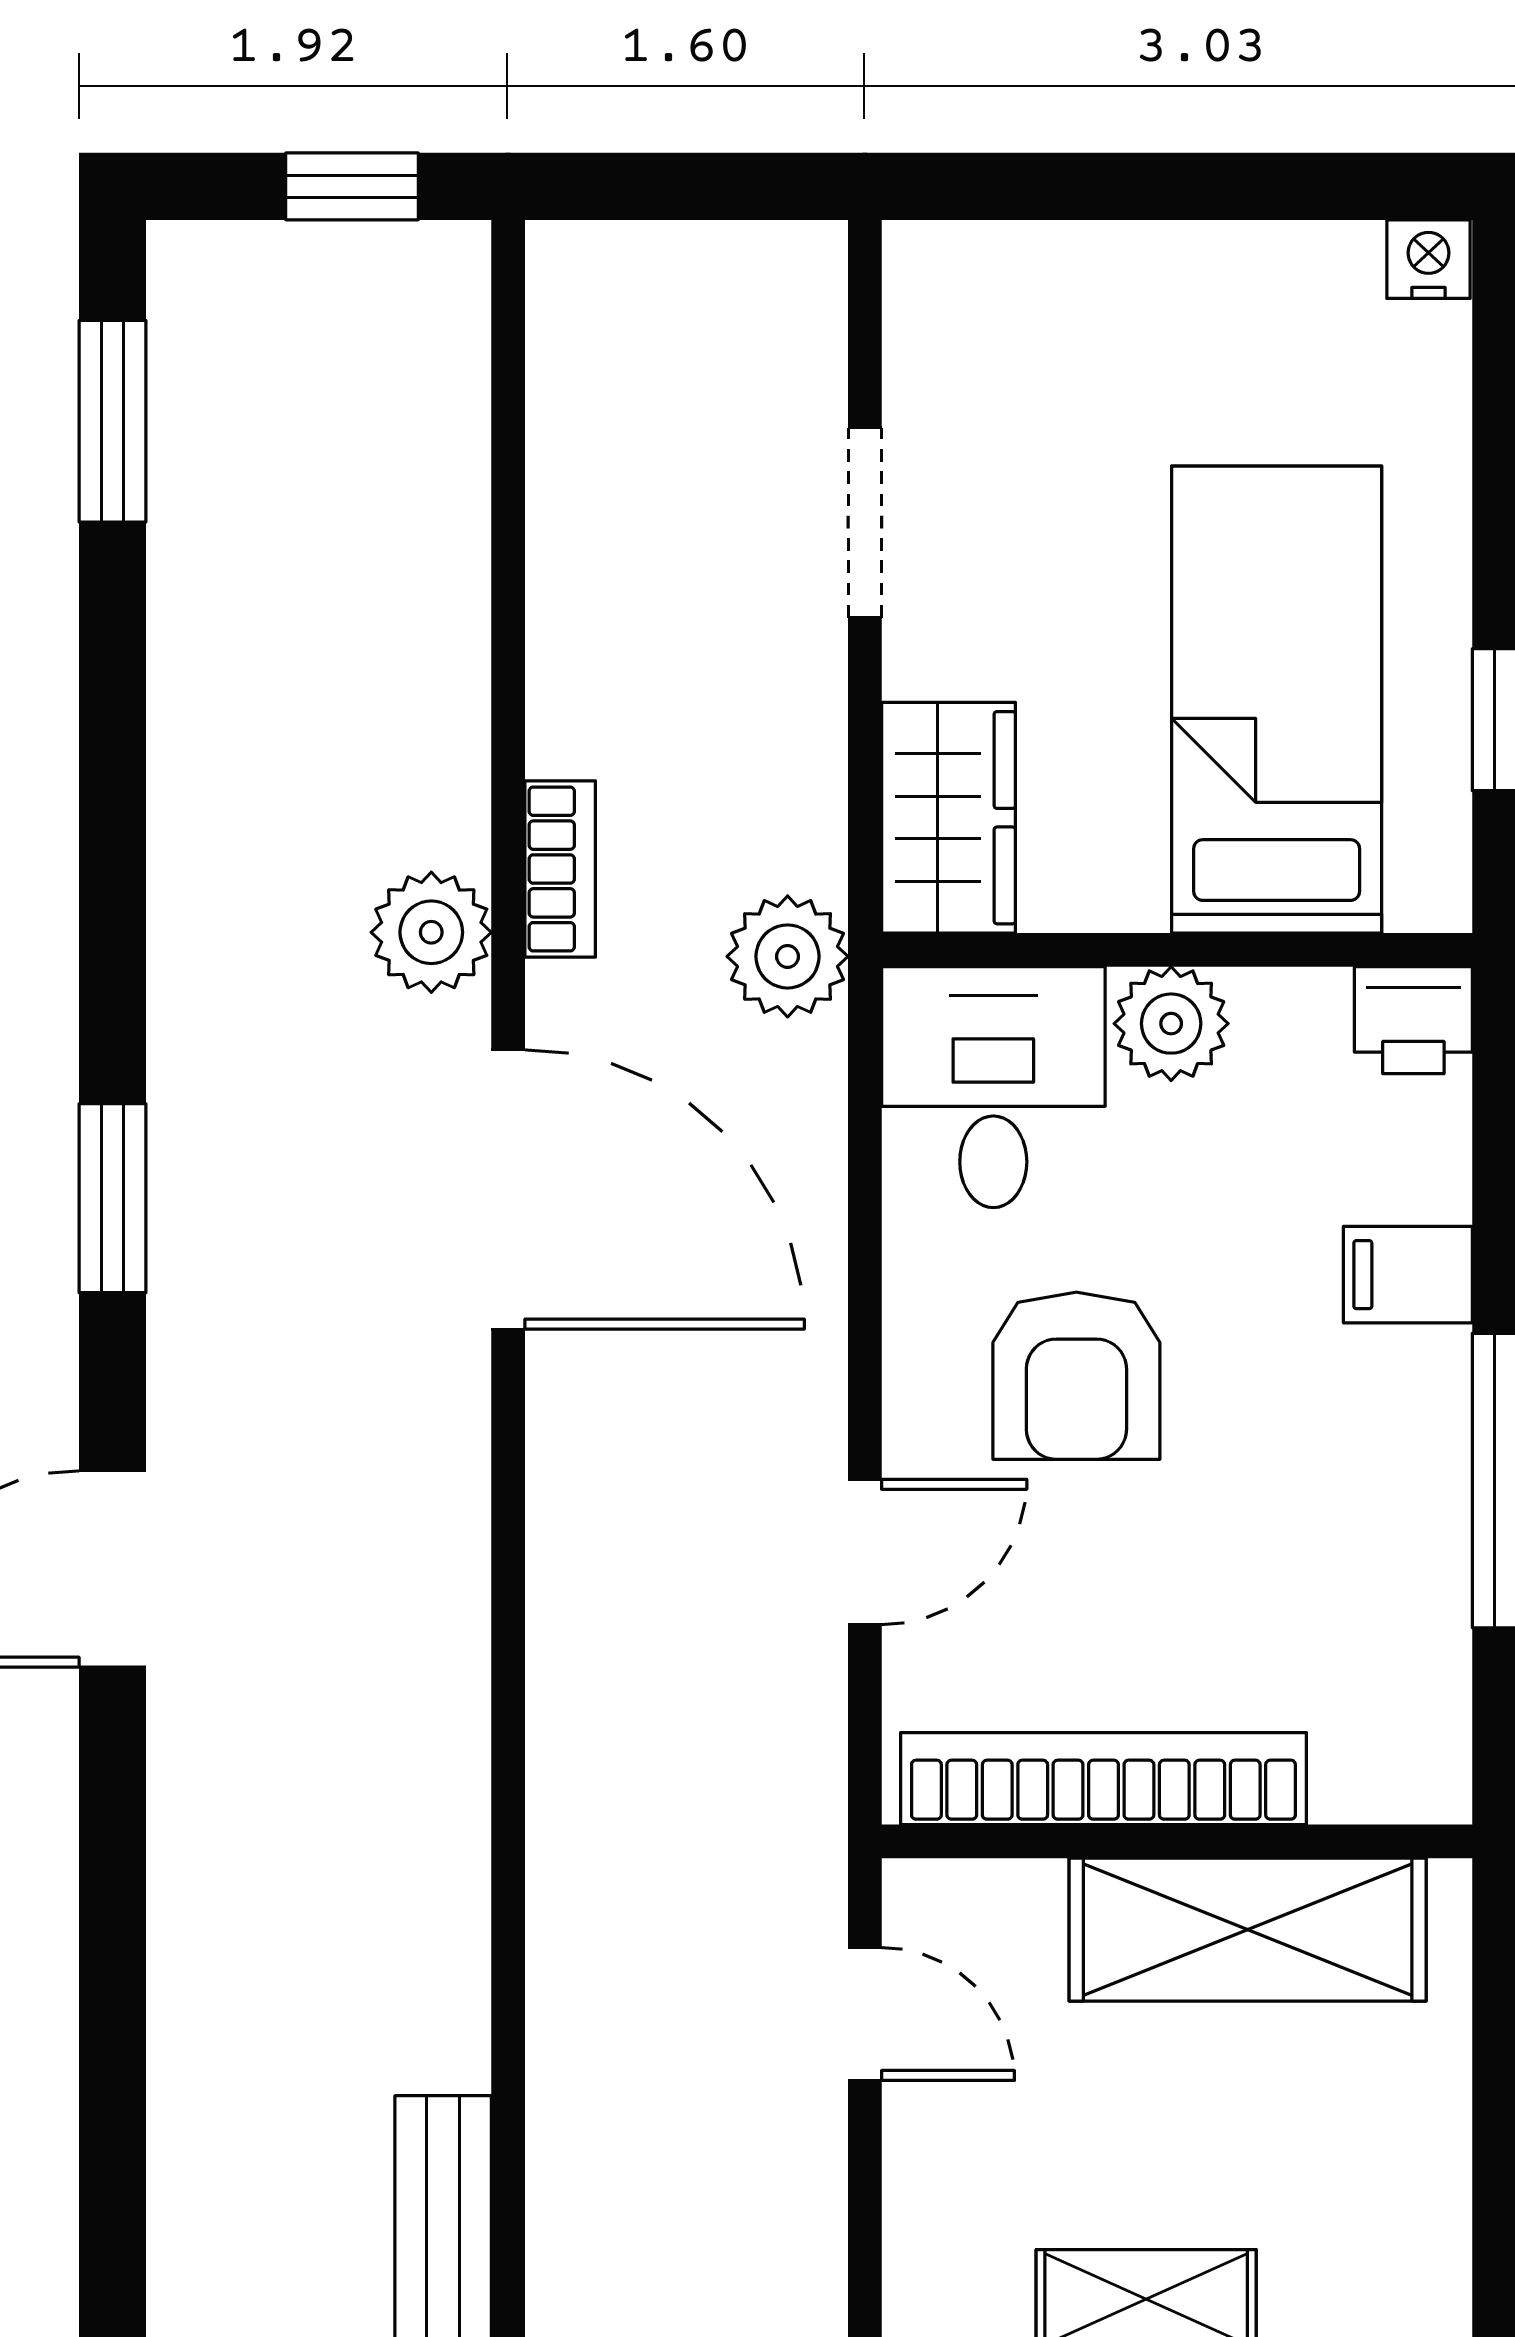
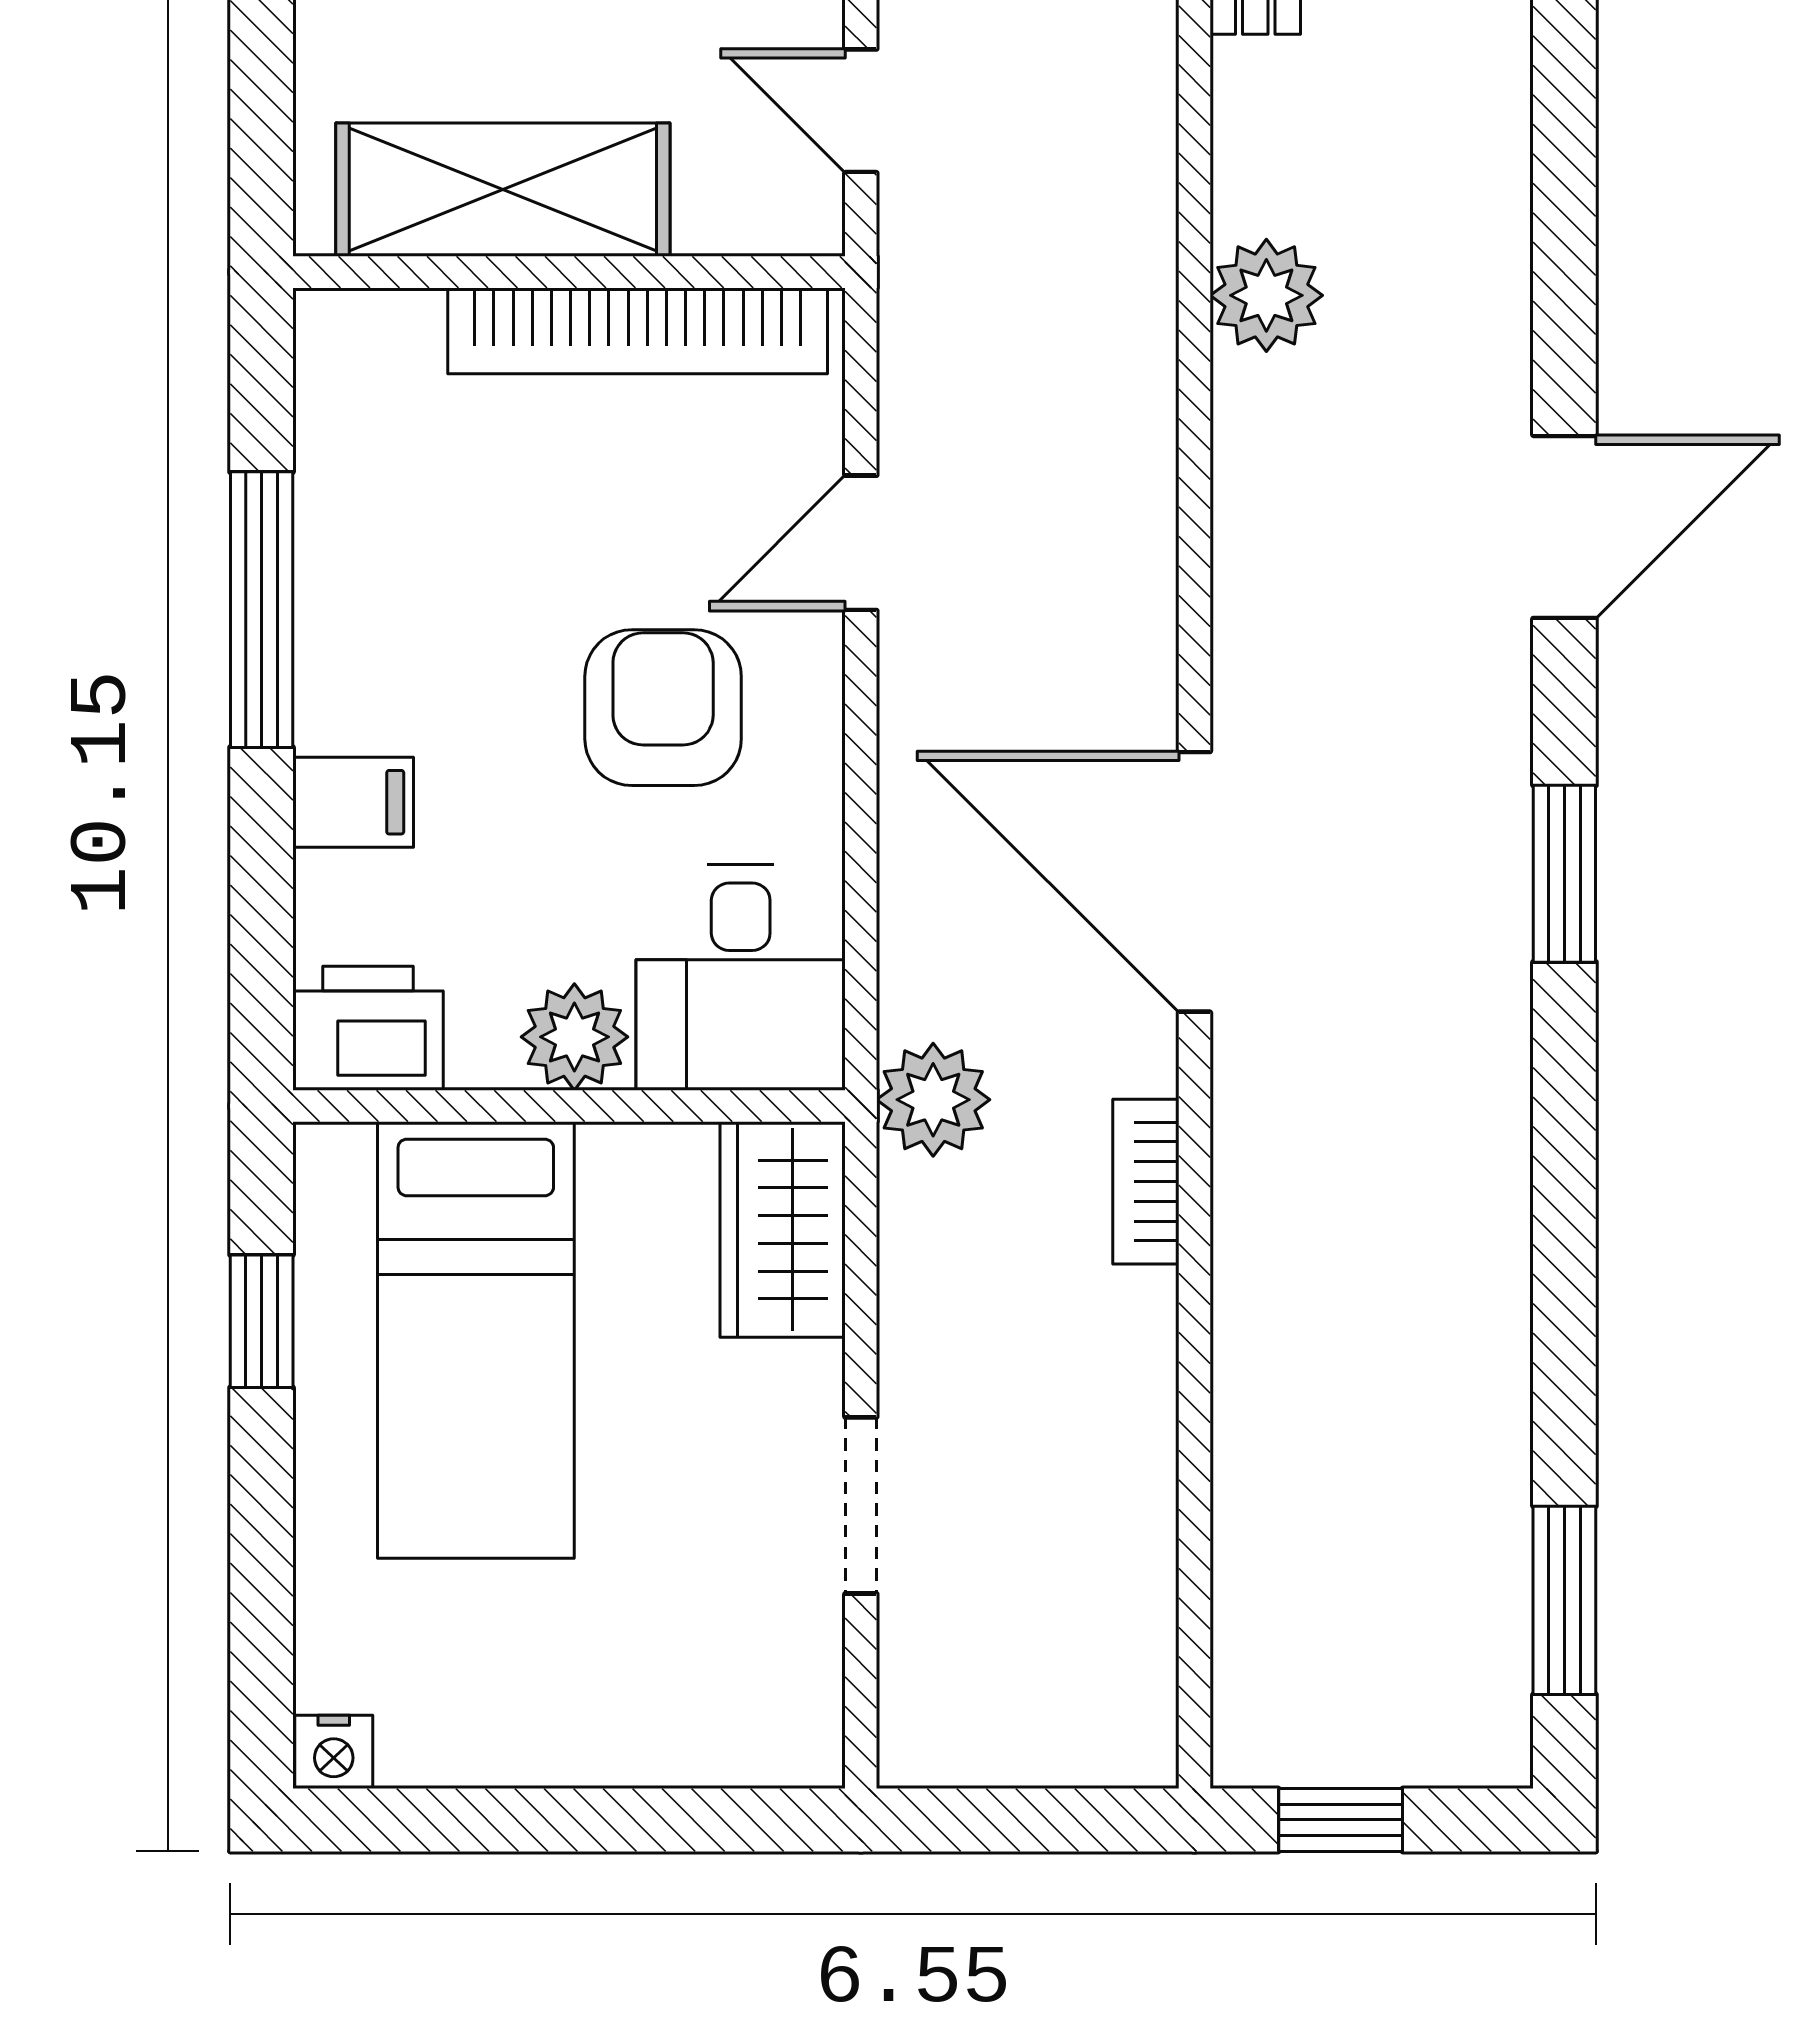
plant: (431, 932) -> (1266, 295), moved
printer: (1413, 1020) -> (368, 1028), width x1.36, depth x1.24

